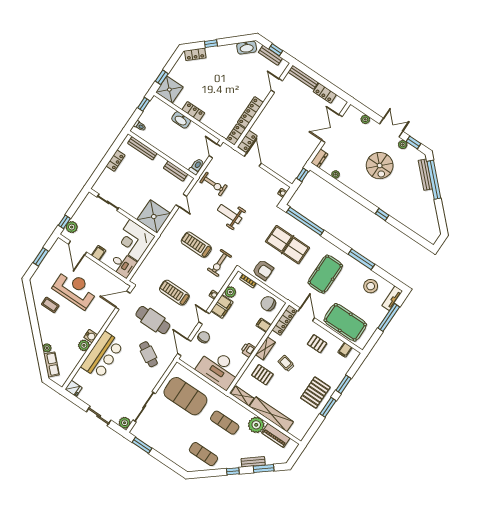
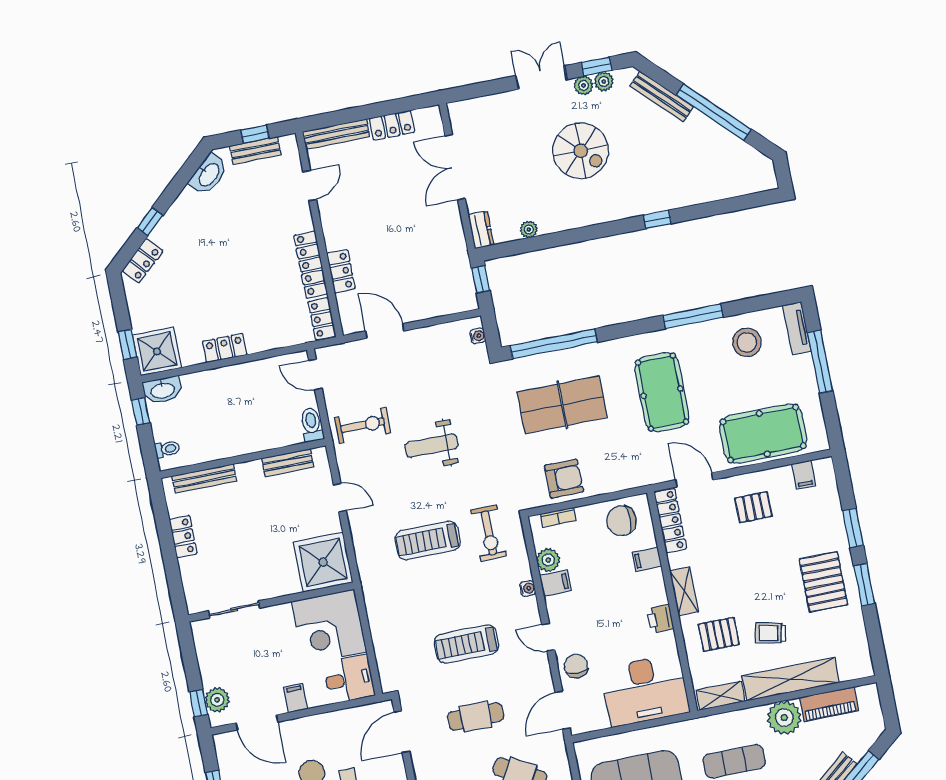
door: (277, 86) -> (310, 186), swing flipped
plant: (365, 119) -> (604, 82), moved
washbasin: (181, 120) -> (162, 390), moved
locker: (247, 141) -> (341, 271), moved
window: (434, 180) -> (714, 112), moved
filing cabinet: (222, 306) -> (555, 583), width x0.50
cafe table: (153, 320) -> (476, 716), width x0.73, depth x0.74
door: (184, 347) -> (563, 710), hinge flipped
trolley: (286, 363) -> (770, 633), moved

